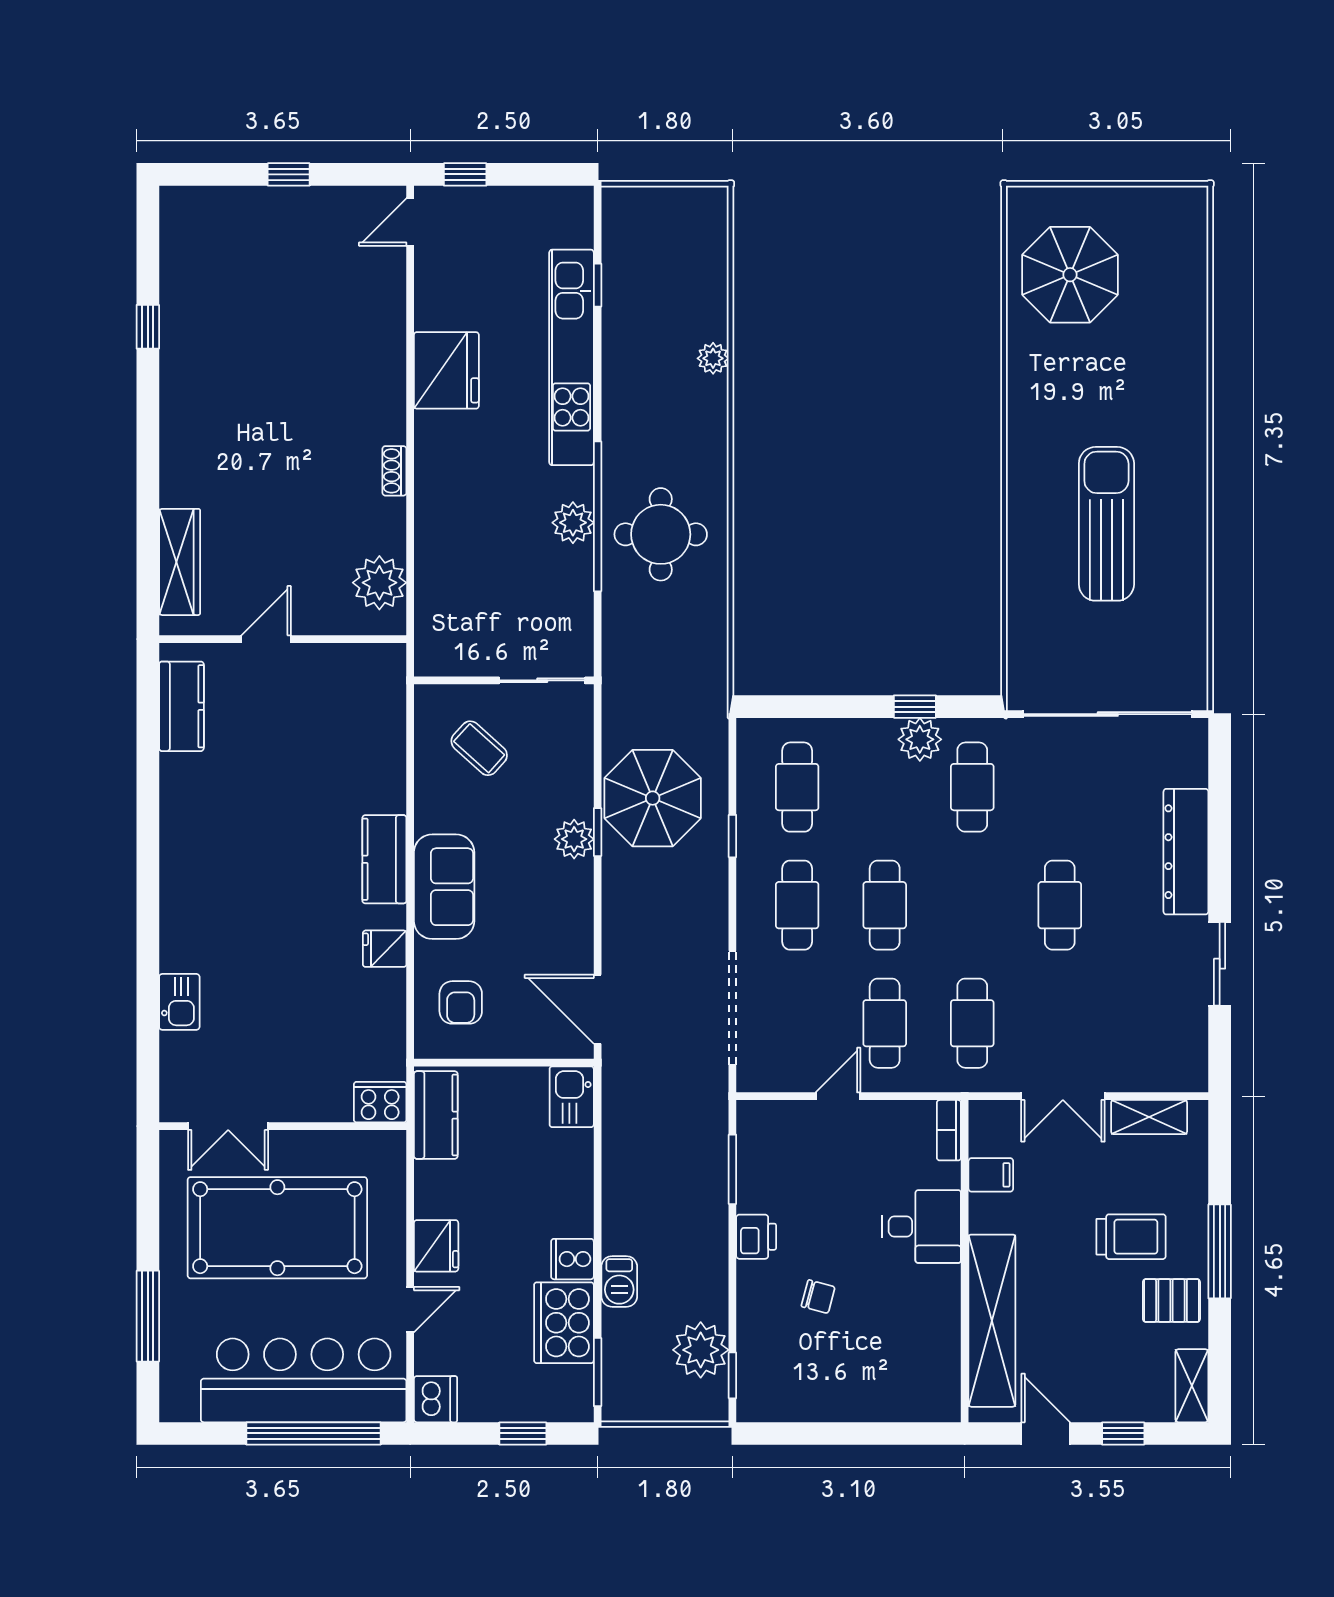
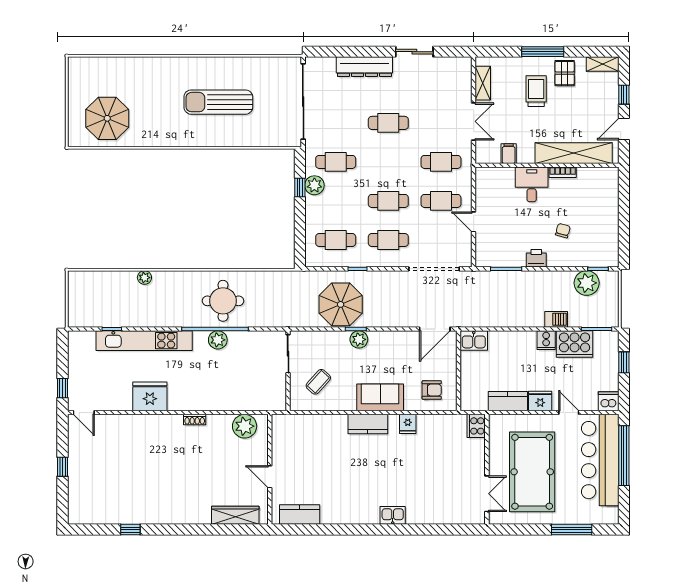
kitchen sink: (179, 1002) -> (393, 515), moved
kitchen counter: (436, 1115) -> (508, 401), moved
bookcase: (949, 1130) -> (563, 172), moved

